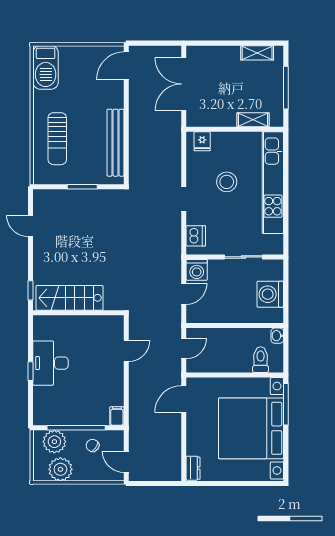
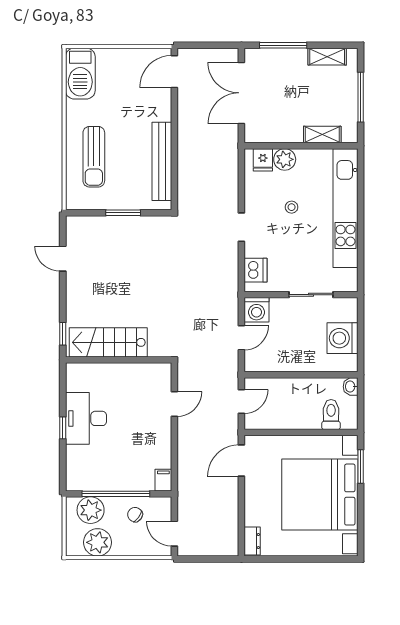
window: (219, 43) -> (283, 45), added
plant: (221, 141) -> (285, 159), added
stool: (227, 182) -> (292, 207), width x0.53, depth x0.53
window: (286, 404) -> (361, 467), width x0.69

